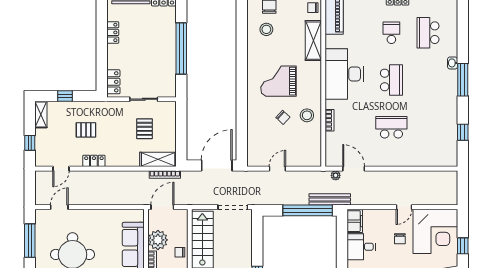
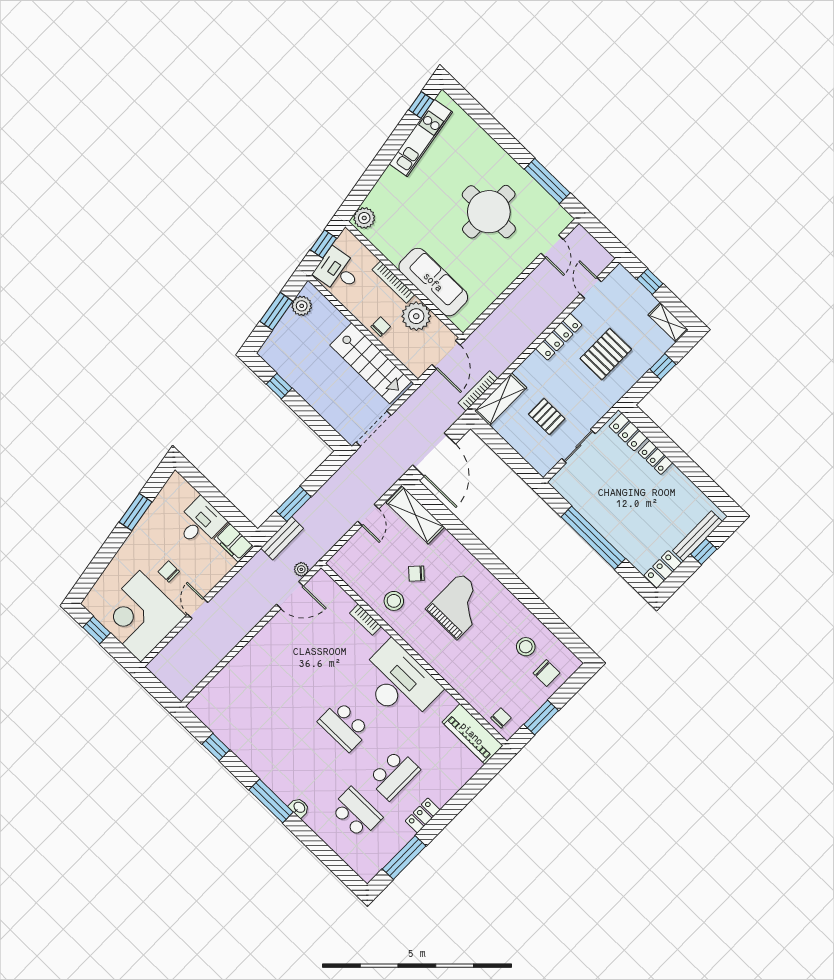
locker: (113, 32) -> (655, 457), moved
school desk: (391, 33) -> (394, 775), width x1.85
shelving: (313, 41) -> (415, 515), moved
school desk: (391, 127) -> (294, 677), removed
pallet: (86, 130) -> (606, 354), width x1.50, depth x1.42
locker: (94, 161) -> (559, 337), width x1.53
bench: (330, 199) -> (282, 538), width x0.73
window: (308, 210) -> (293, 504), width x0.47

